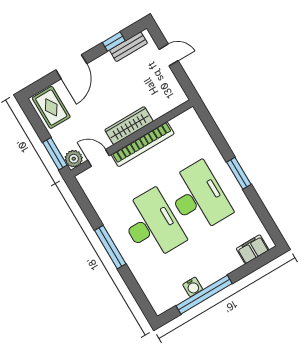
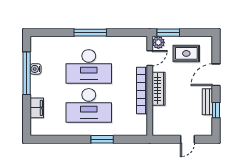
bench: (128, 47) -> (207, 102), moved
door: (71, 67) -> (216, 75), hinge flipped
rug: (51, 107) -> (186, 53), moved
window: (239, 173) -> (102, 139), moved
filing cabinet: (253, 249) -> (37, 108), moved

